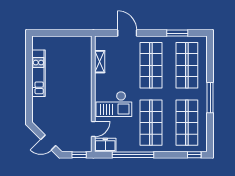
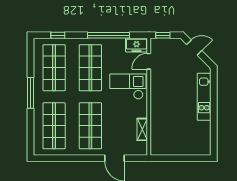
window: (177, 33) -> (64, 158), removed
kitchen unit: (38, 73) -> (204, 97), moved
window: (194, 155) -> (58, 35), moved

